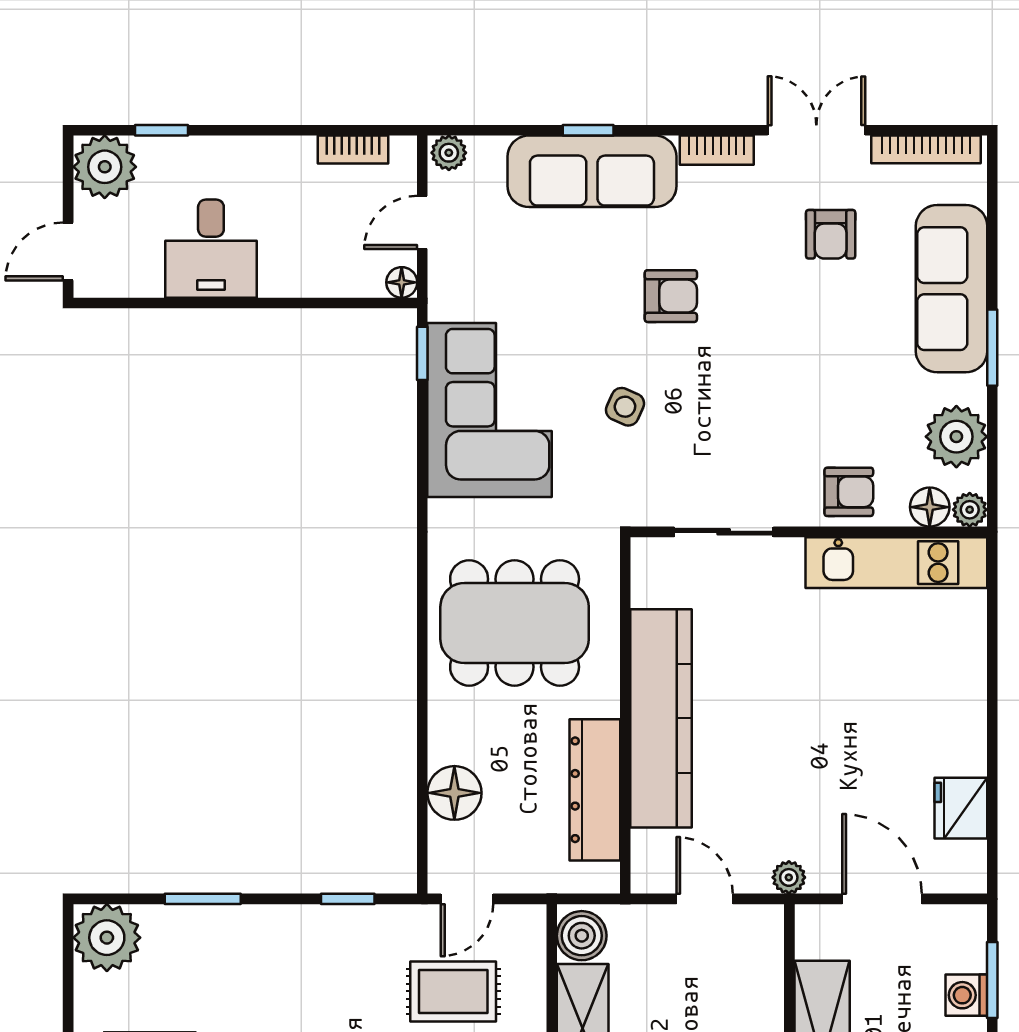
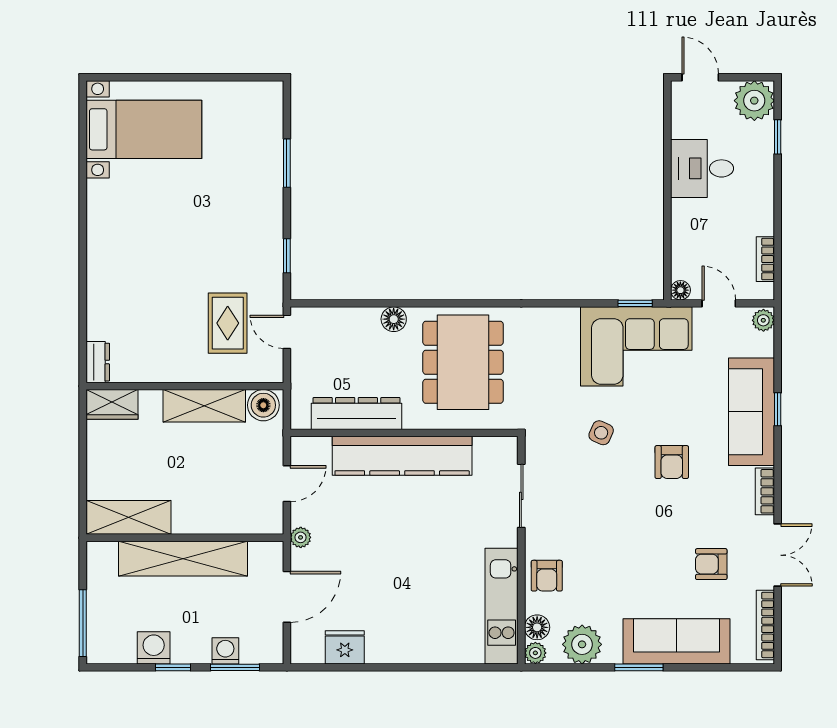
corner sofa: (490, 410) -> (636, 346), moved
floor lamp: (454, 793) -> (394, 319), moved, width x0.73, depth x0.73
plant: (107, 938) -> (262, 102), removed

